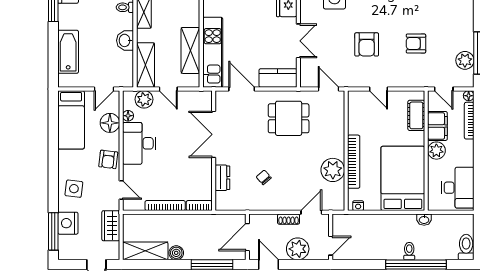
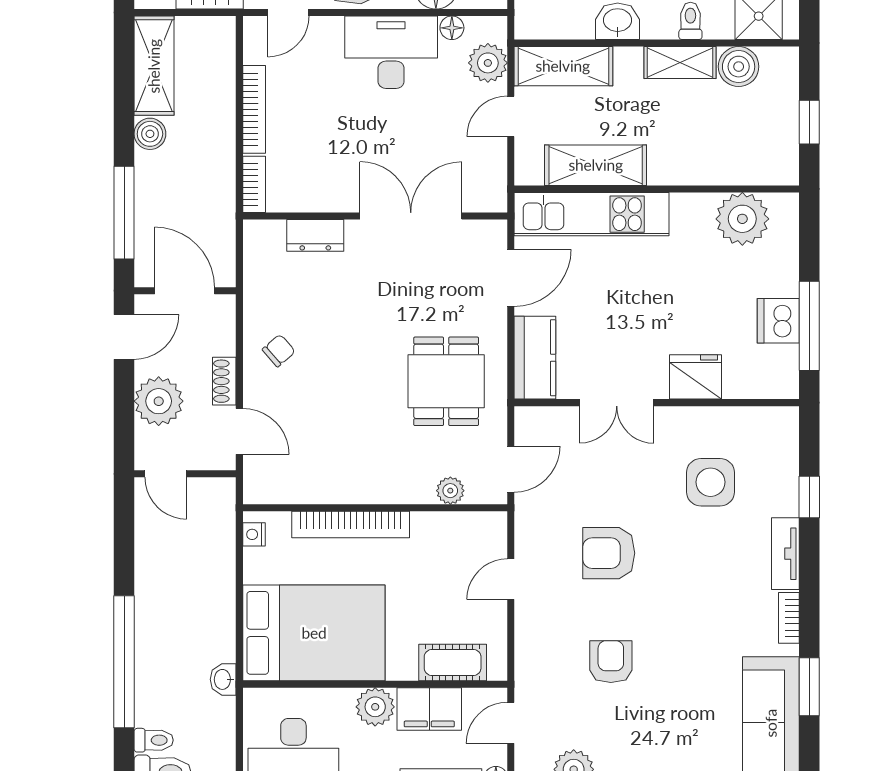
plant: (333, 170) -> (450, 491), moved, width x0.53, depth x0.53
chair: (264, 177) -> (279, 351), moved
toilet: (409, 251) -> (154, 740), moved

